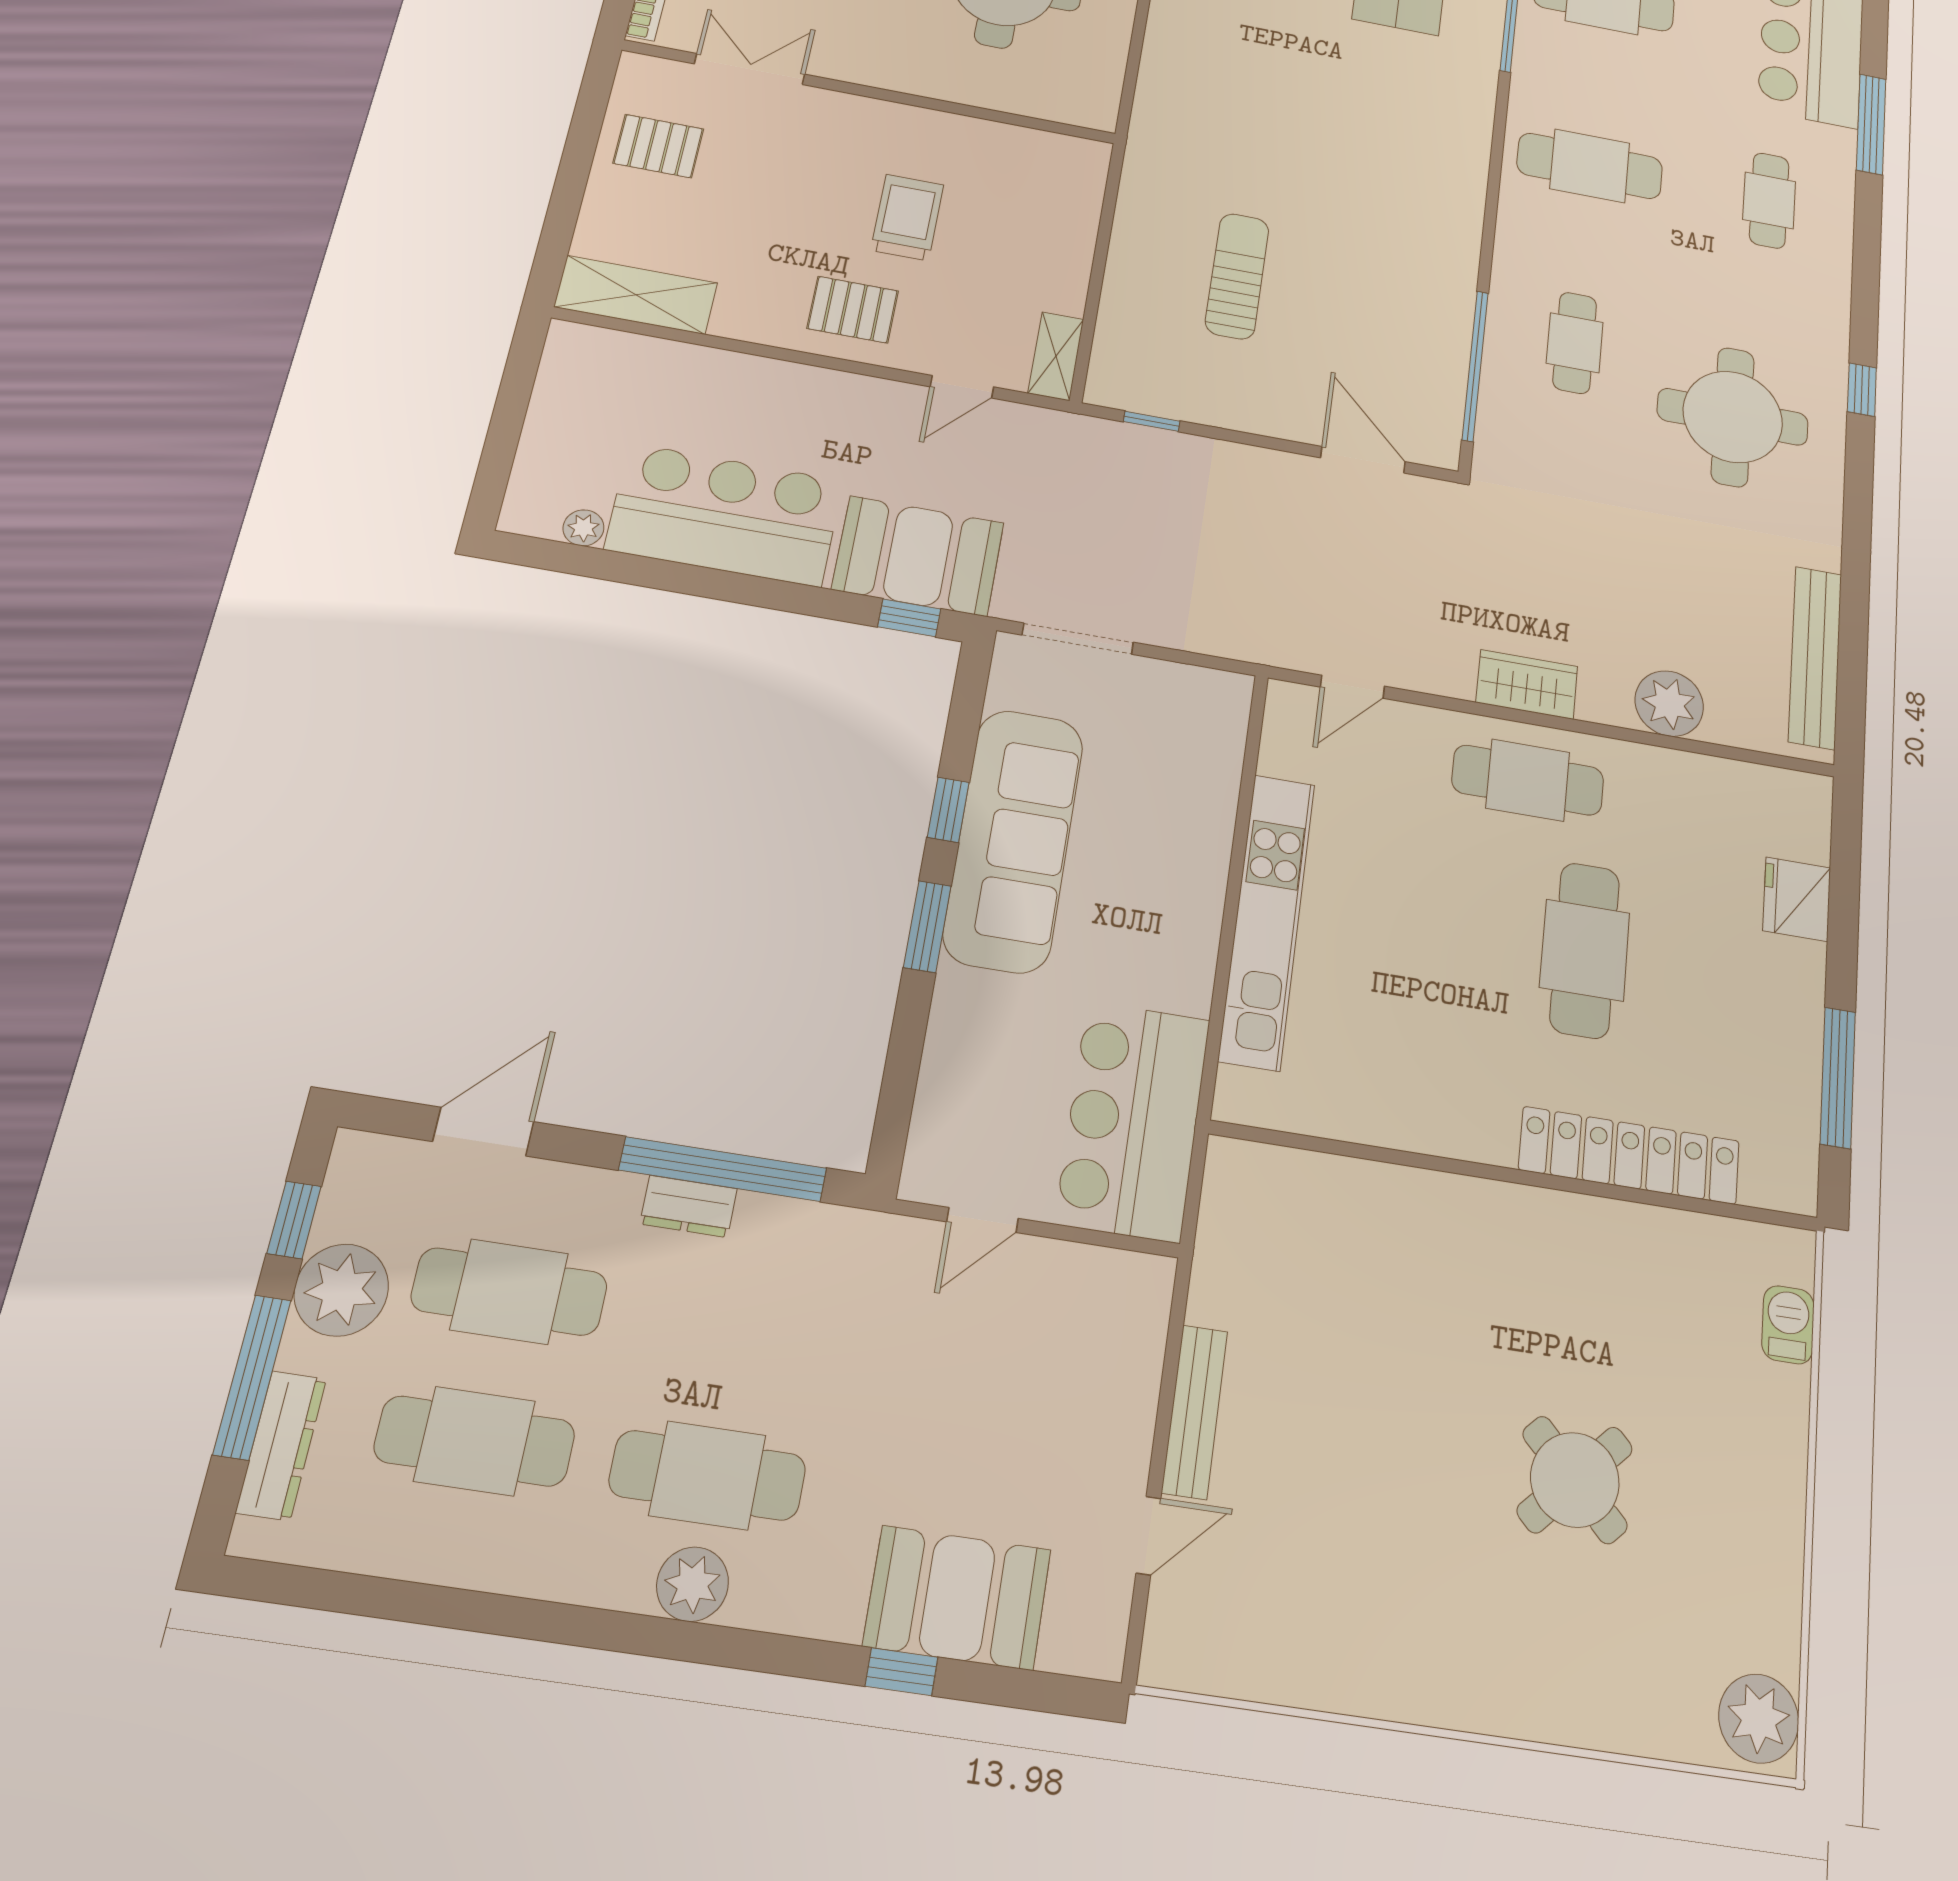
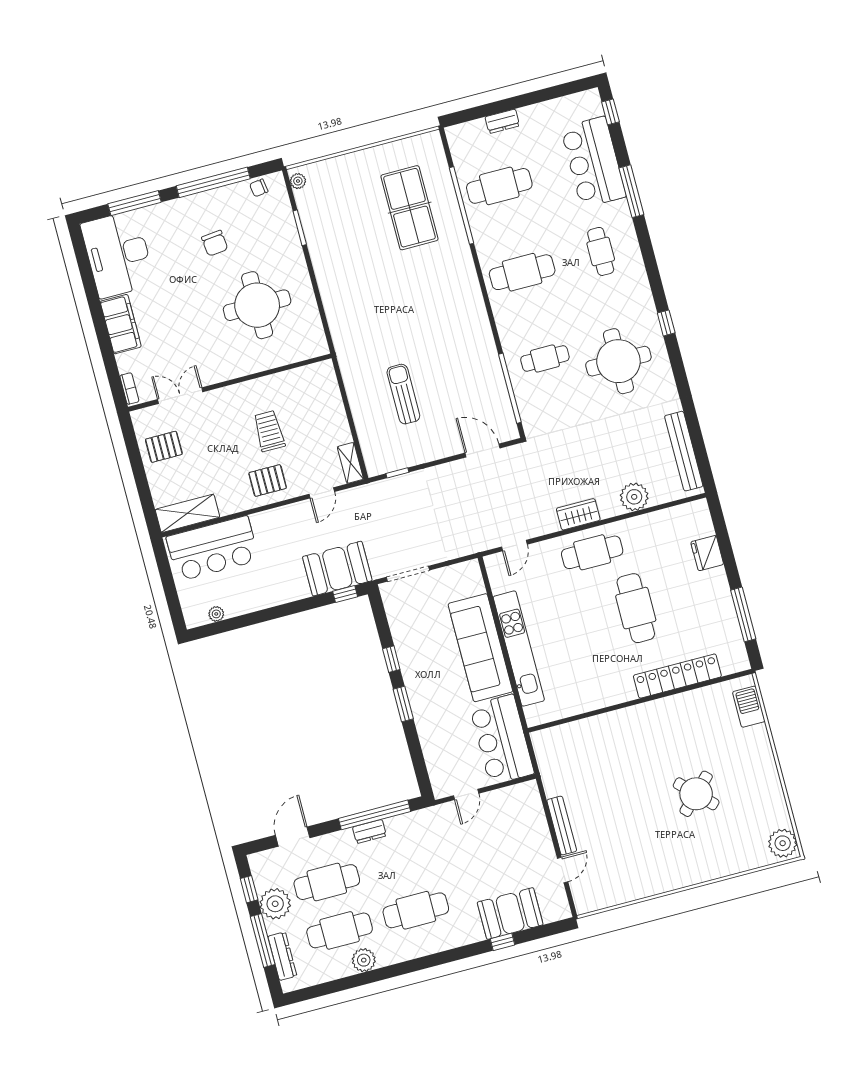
cafe table: (1575, 343) -> (545, 358), turned 90
bar counter: (725, 515) -> (213, 549), moved, turned 180
sofa: (1014, 840) -> (480, 648), moved, turned 180
barbecue: (1788, 1325) -> (749, 707), width x1.38, depth x1.27
plant: (692, 1584) -> (364, 960), moved

